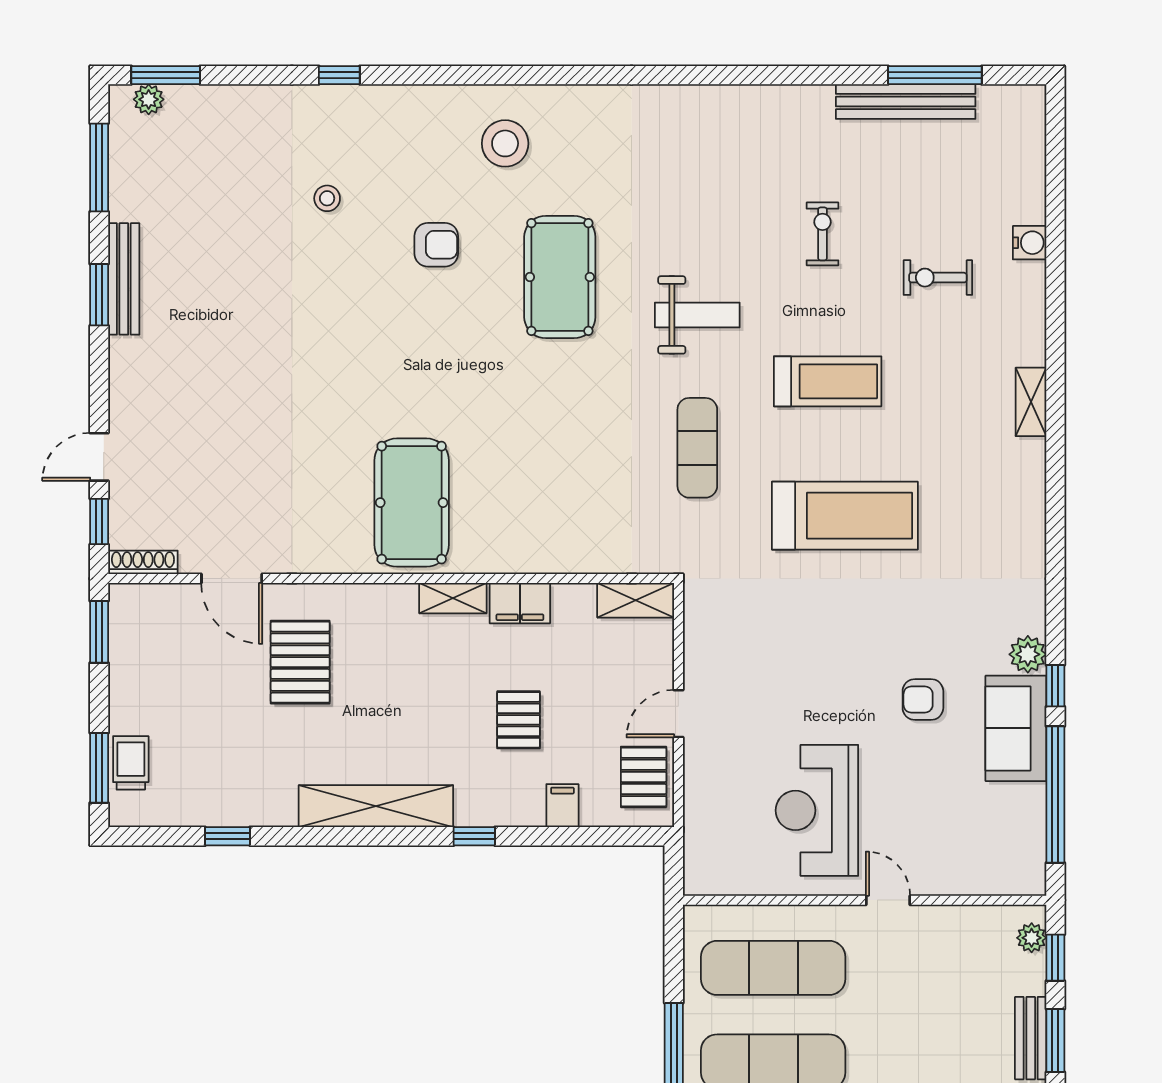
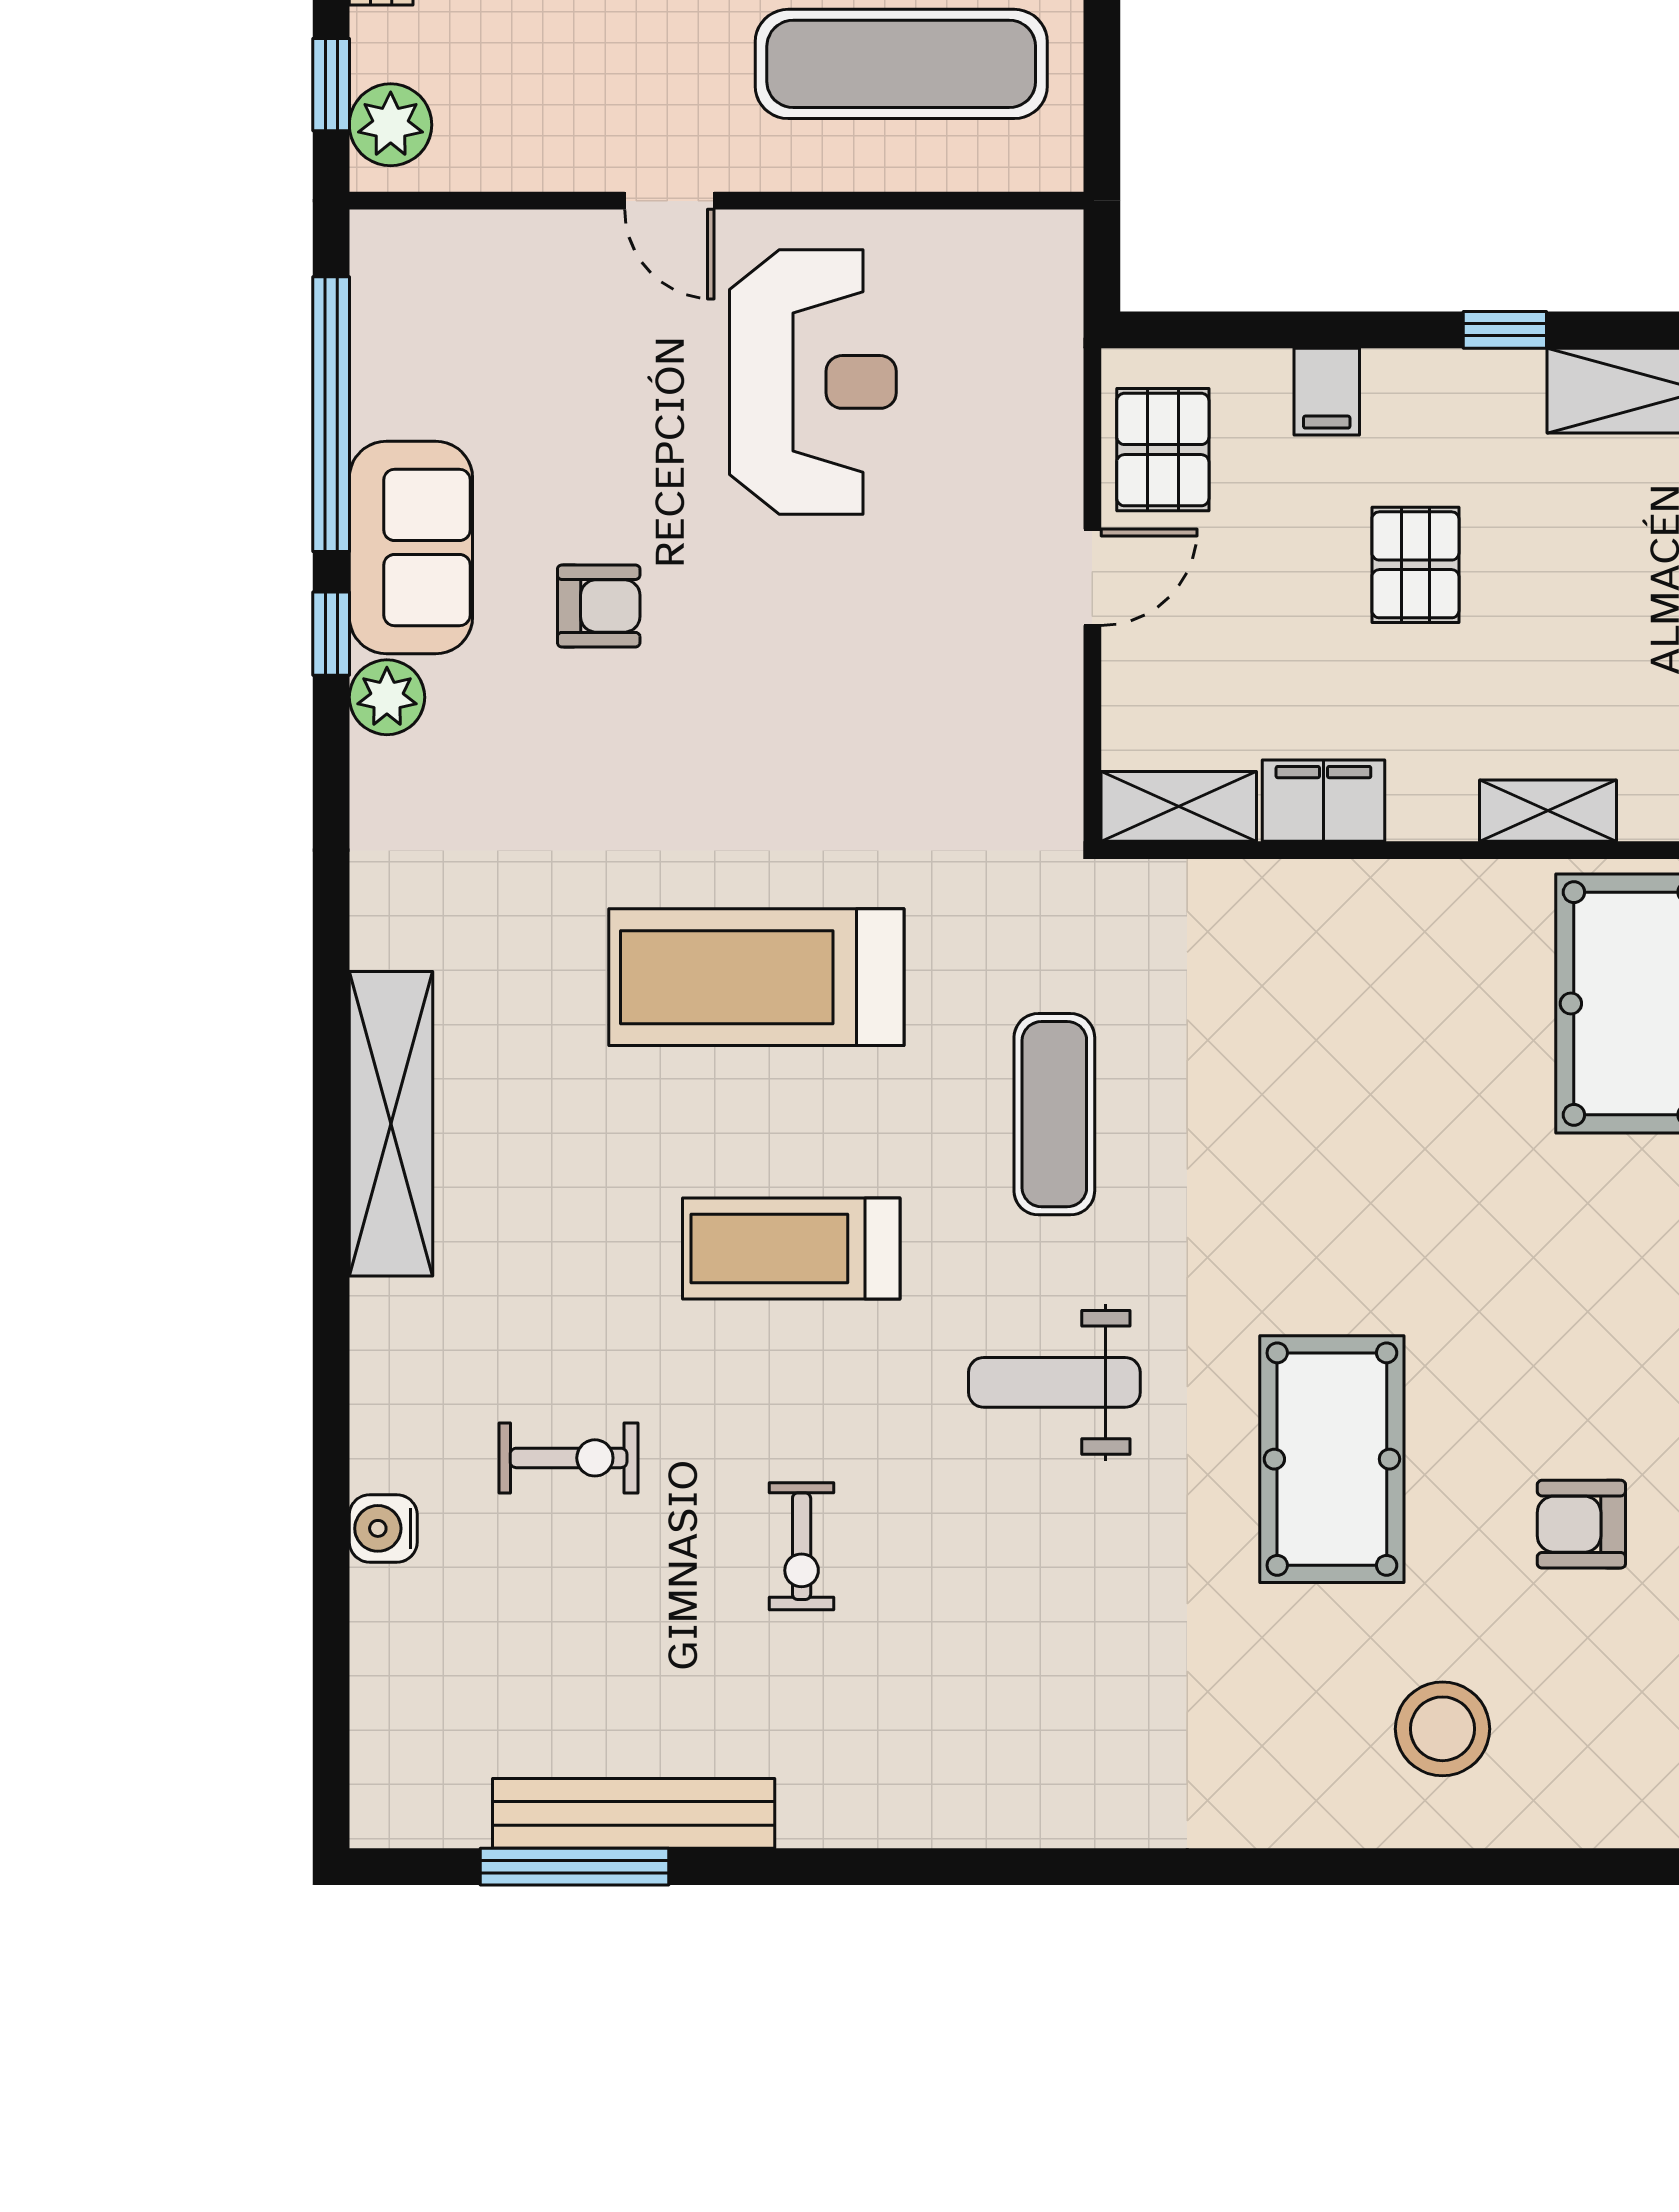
shelving: (1031, 402) -> (391, 1124), width x2.20, depth x1.33
filing cabinet: (520, 603) -> (1323, 801), moved
plant: (1032, 938) -> (391, 125), width x1.38, depth x1.38

